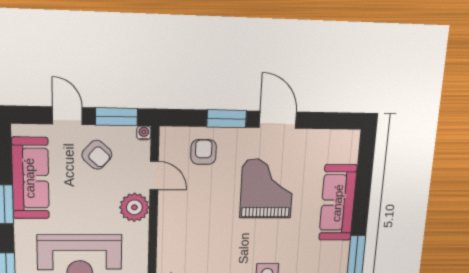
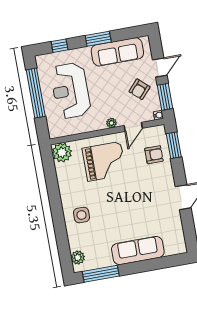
window: (227, 119) -> (174, 145), moved
grand piano: (267, 189) -> (104, 161), moved
plant: (134, 207) -> (111, 123), width x0.53, depth x0.53

